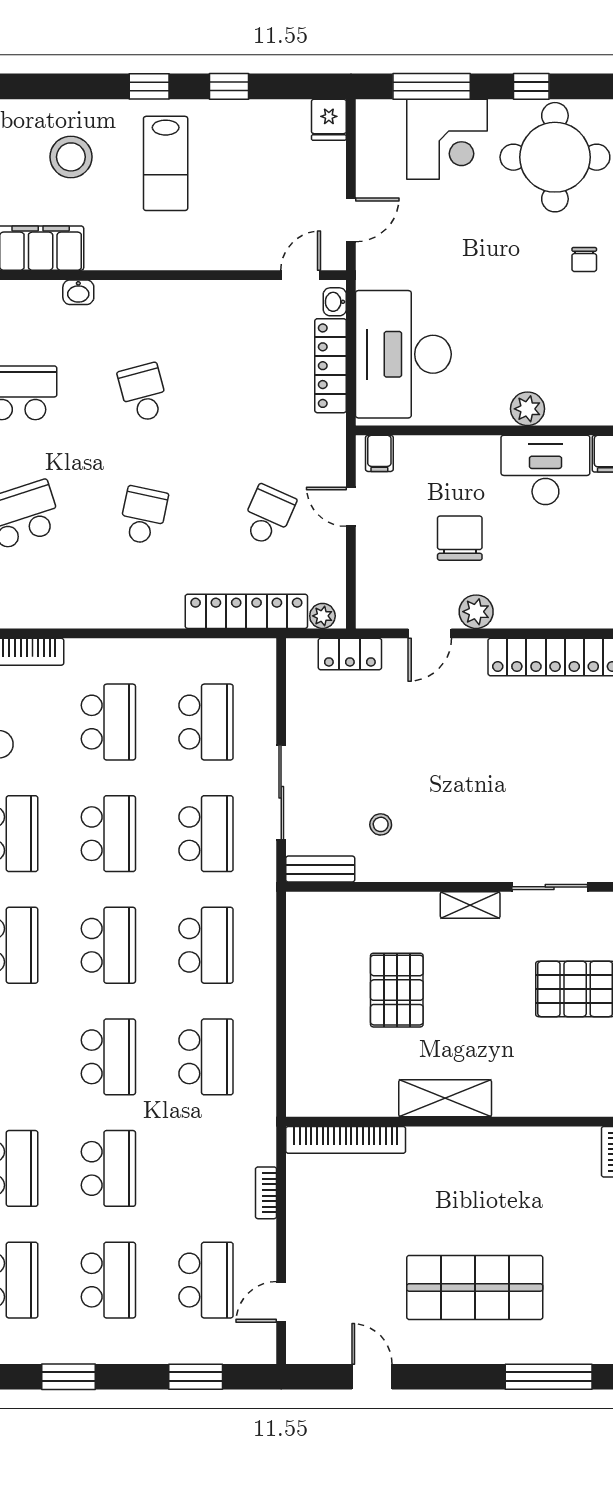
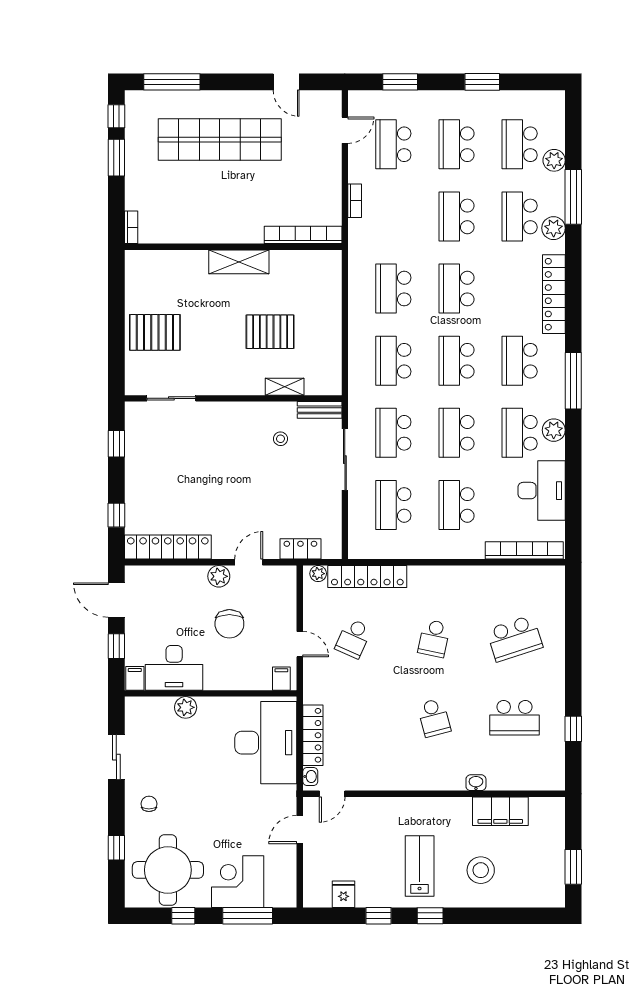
fridge: (329, 120) -> (343, 894), moved
shelving: (470, 905) -> (285, 387), moved
pallet: (397, 990) -> (270, 332), turned 90
shop shelf: (475, 1287) -> (220, 140), width x1.40

